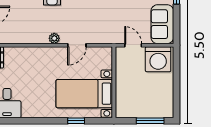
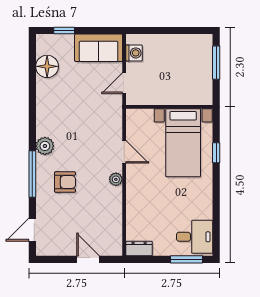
washing machine: (158, 59) -> (134, 53), width x0.53, depth x0.53

